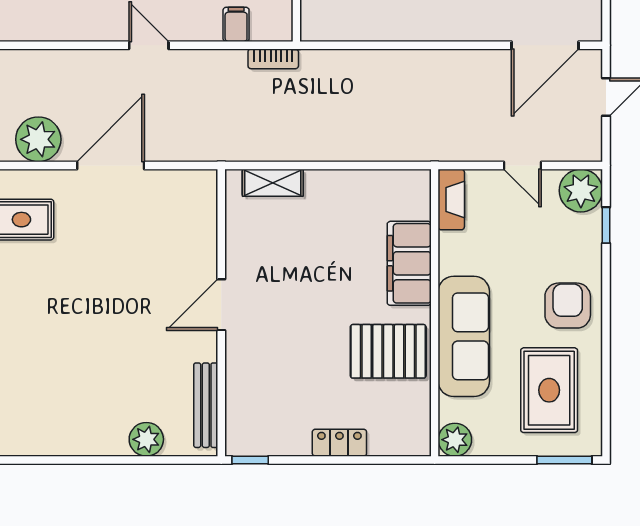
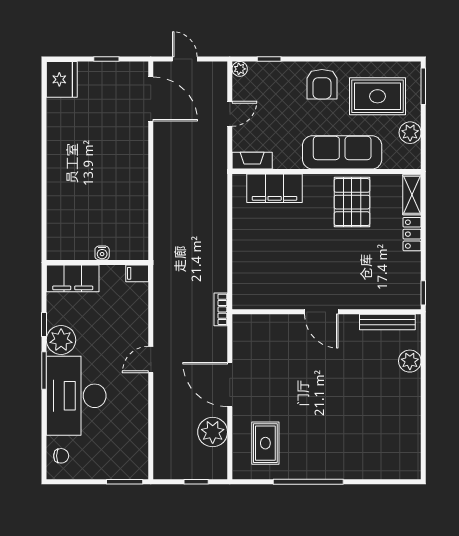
filing cabinet: (236, 24) -> (137, 273), moved
bookcase: (273, 59) -> (221, 309), moved, turned 180
shelving: (273, 183) -> (412, 195), moved
plant: (581, 191) -> (240, 69), width x0.53, depth x0.53
filing cabinet: (409, 263) -> (275, 188), moved
armchair: (568, 306) -> (322, 84), turned -90
plant: (455, 440) -> (410, 133), moved

